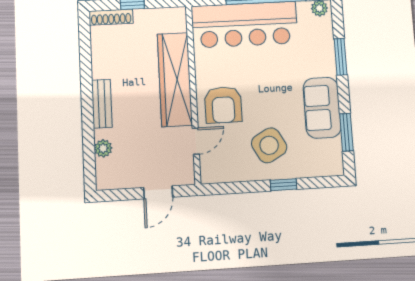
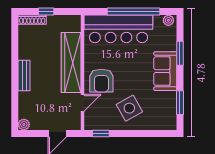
sofa: (322, 108) -> (165, 71), moved
plant: (103, 148) -> (24, 124), moved
window: (284, 185) -> (101, 134), moved

